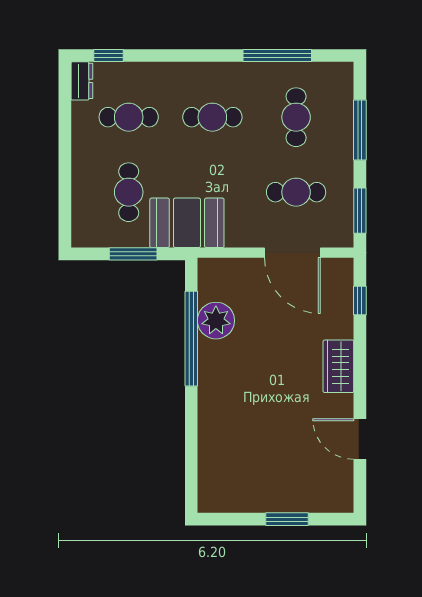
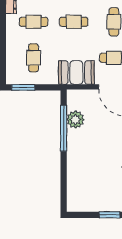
booth: (187, 223) -> (76, 73), moved
window: (133, 254) -> (23, 87), moved

